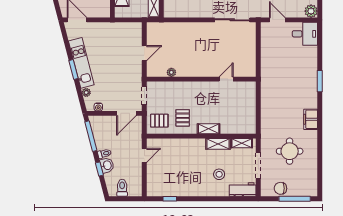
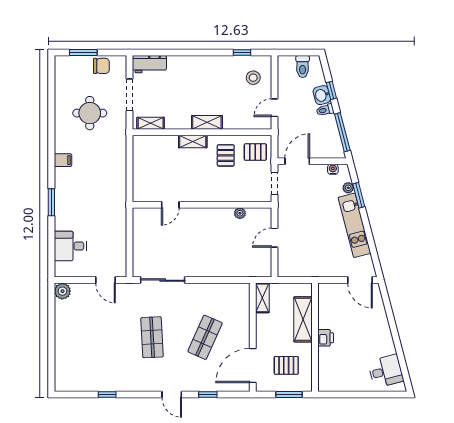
desk: (305, 34) -> (70, 246), moved
window: (74, 70) -> (359, 195), moved
filing cabinet: (311, 119) -> (63, 160), width x0.50
shelving: (218, 144) -> (207, 122), moved
stool: (219, 174) -> (253, 78), moved
window: (295, 199) -> (83, 53), width x0.69

